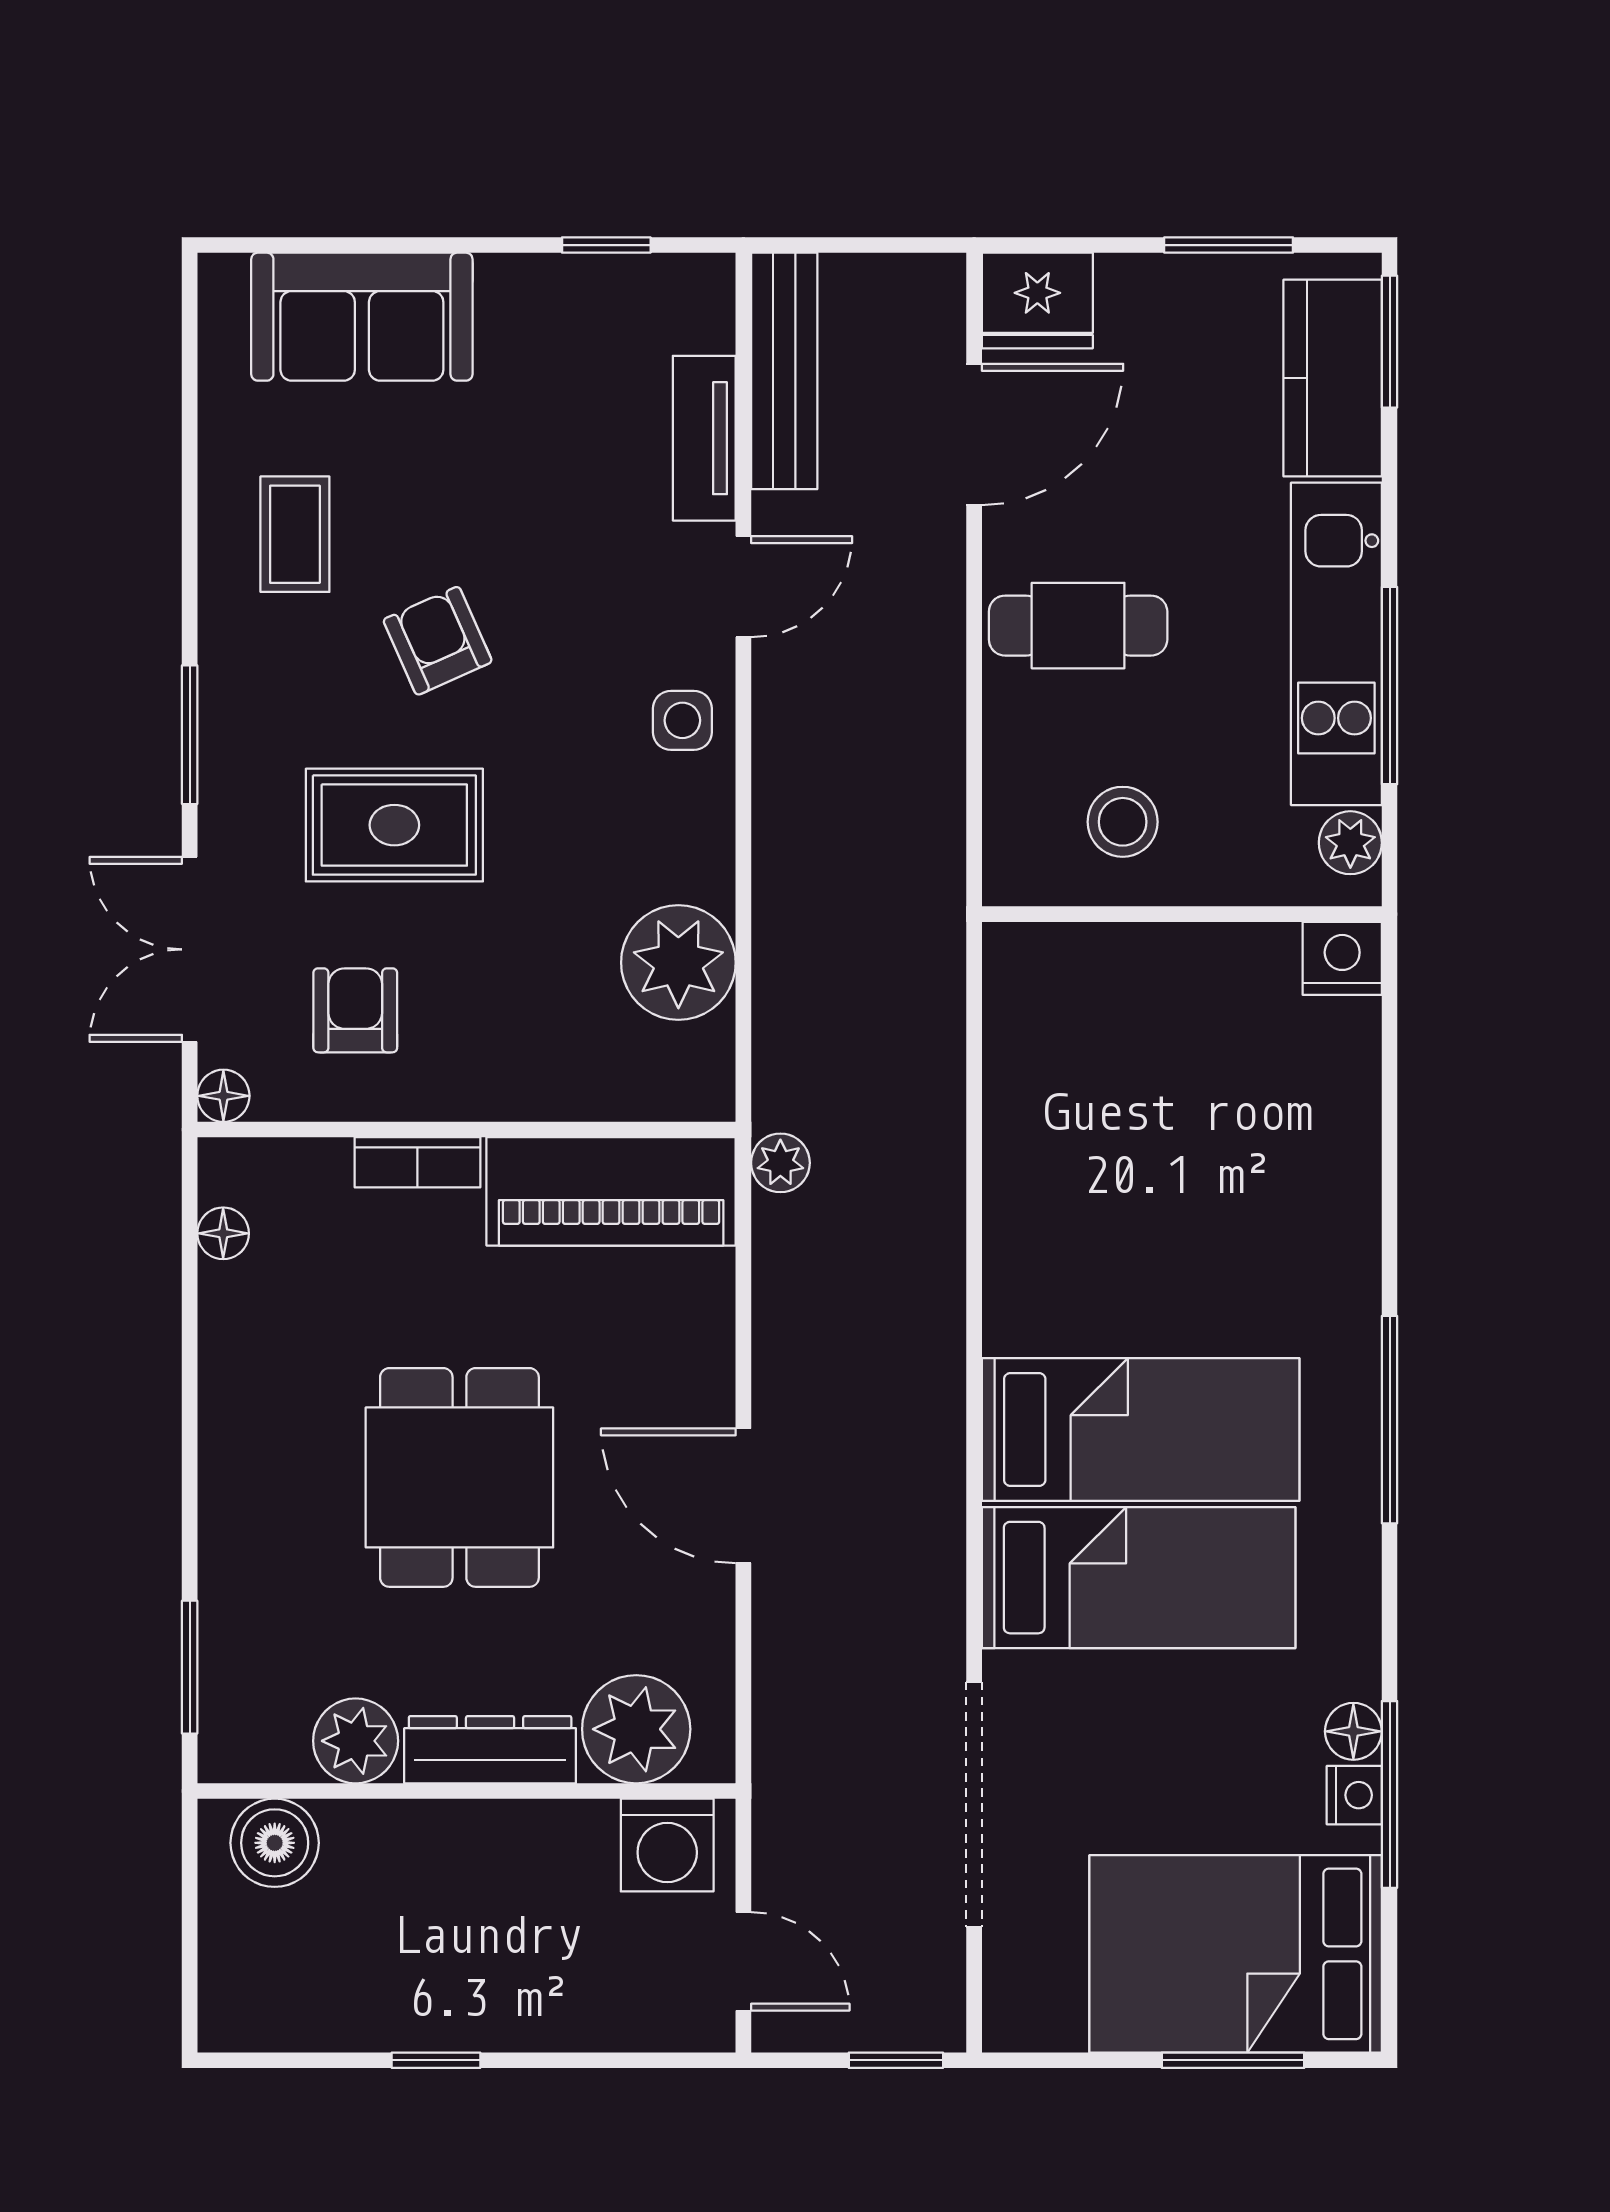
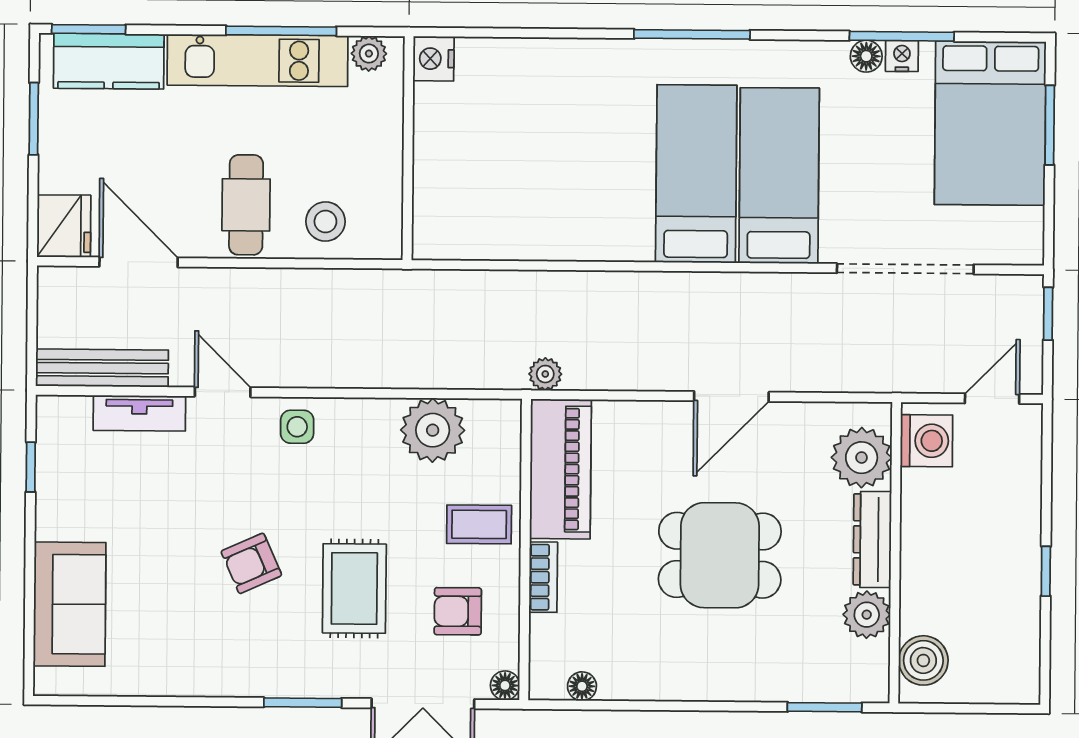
coffee table: (295, 534) -> (479, 524), moved
stool: (1123, 822) -> (325, 221), moved

